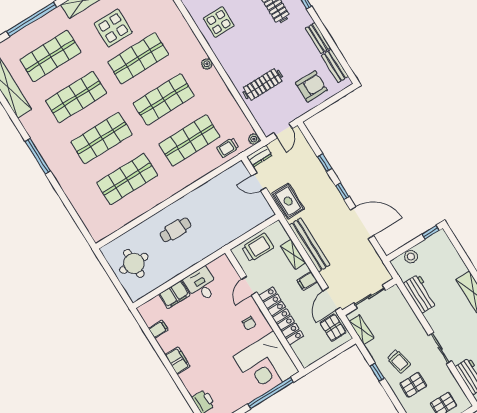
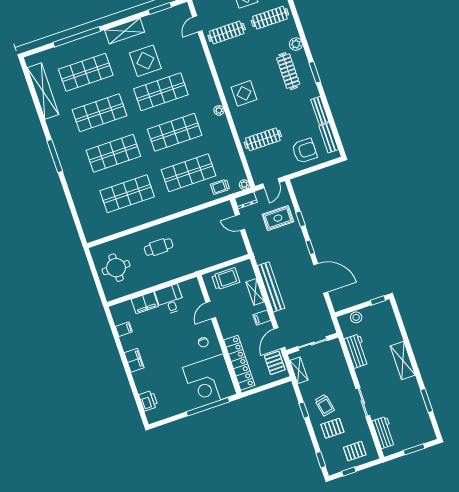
display table: (219, 22) -> (244, 93), moved
rug: (288, 201) -> (278, 218), moved, turned 90
locker: (281, 316) -> (239, 363), moved

